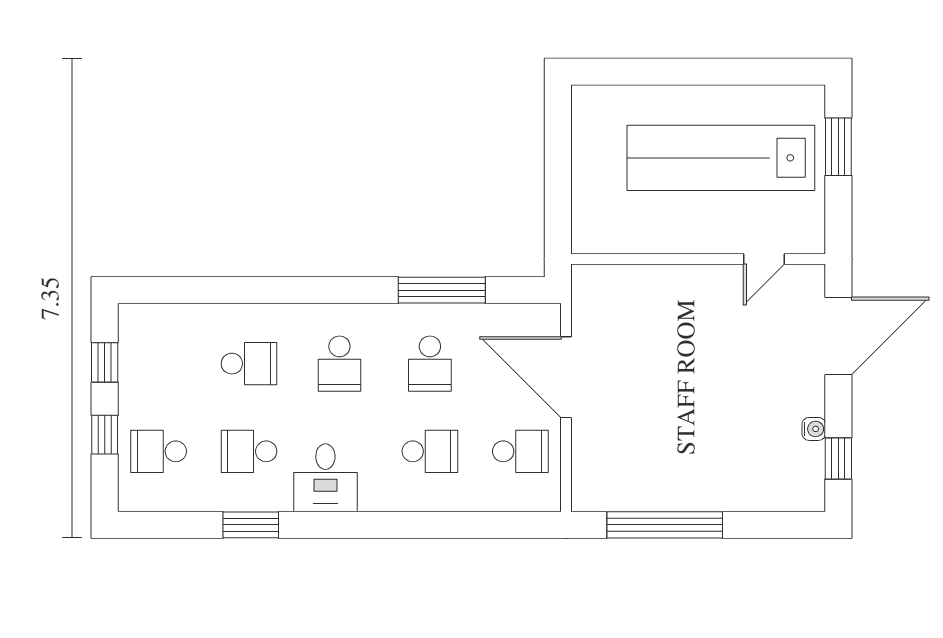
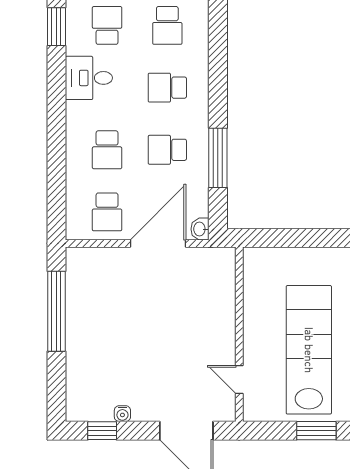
washbasin: (545, 316) -> (200, 229), added

